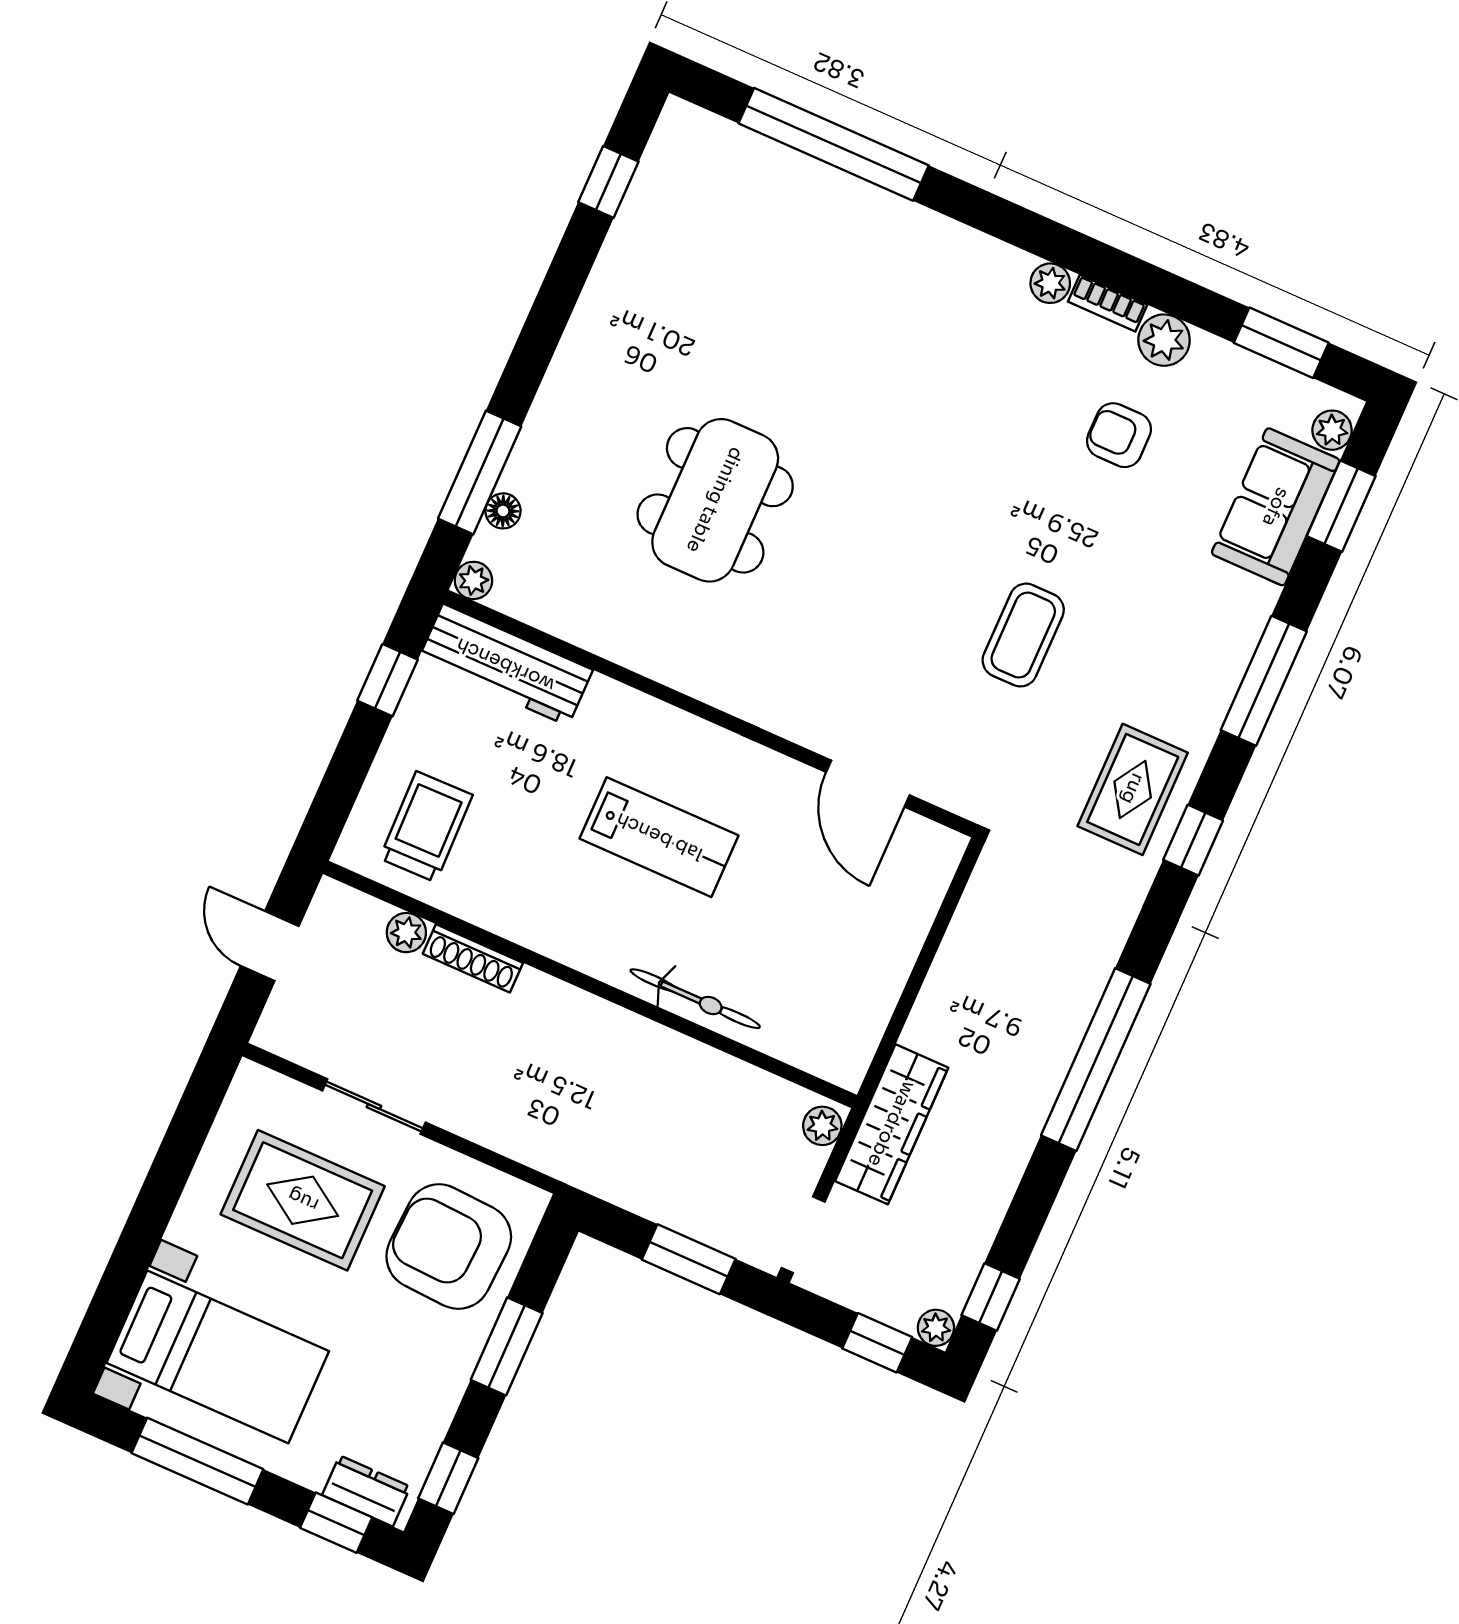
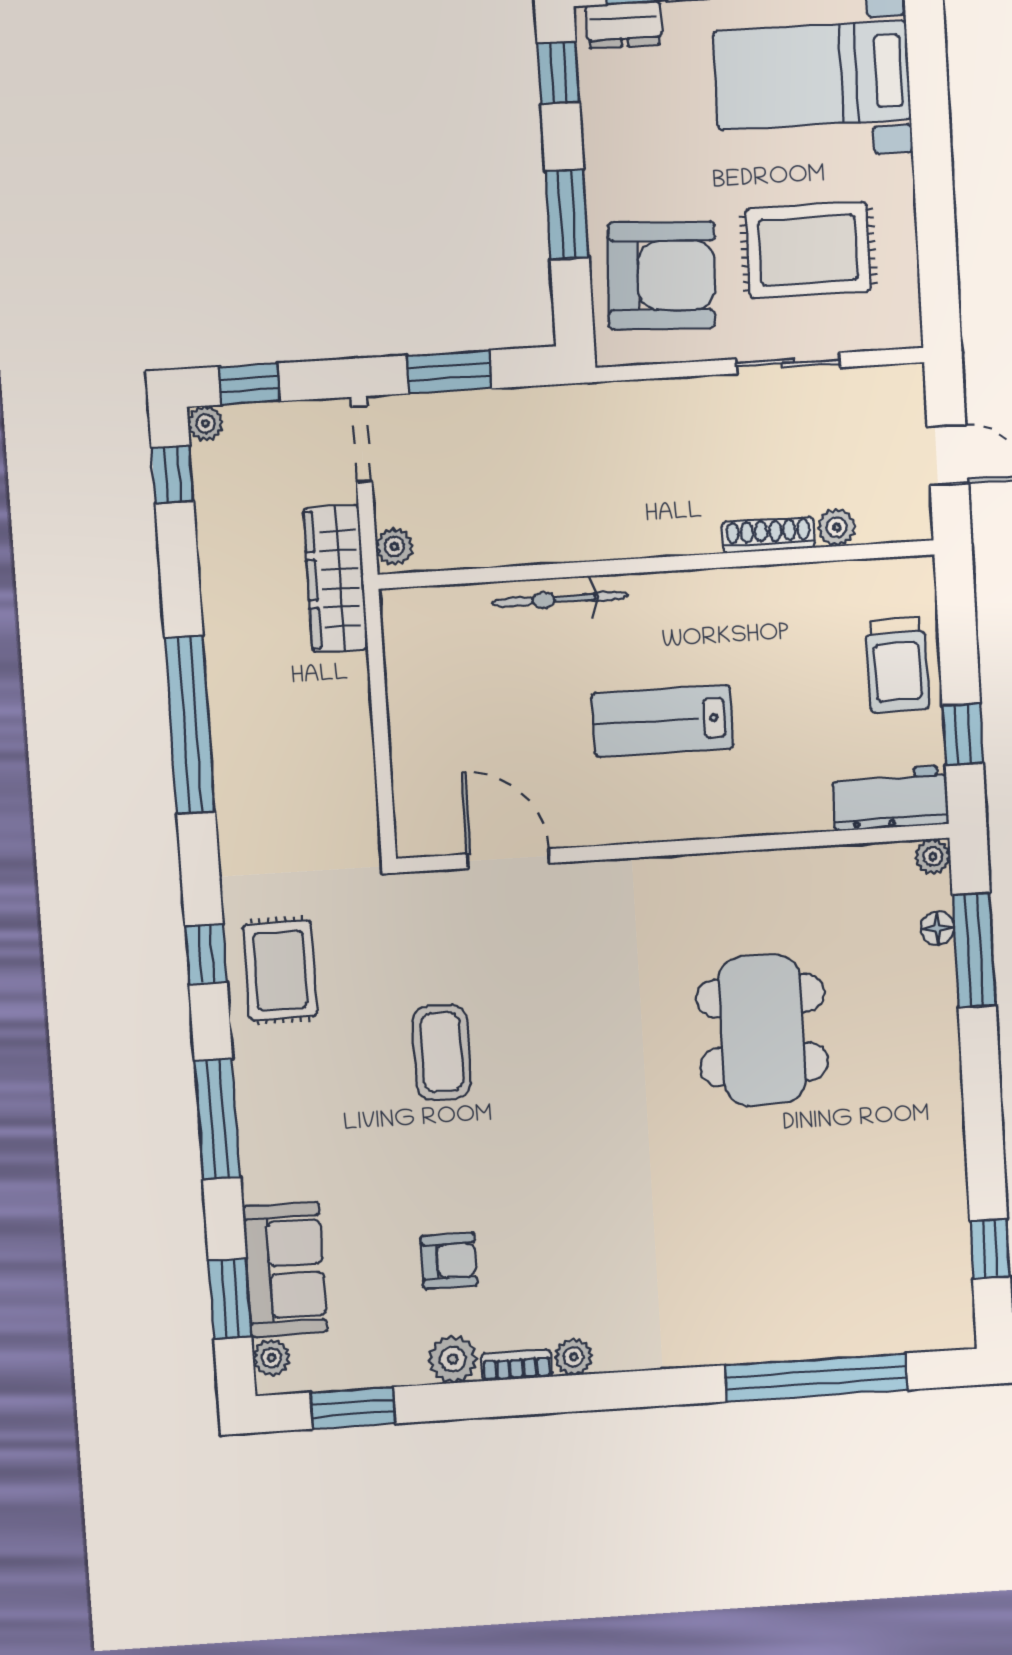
workbench: (505, 665) -> (890, 798), width x0.73
trolley: (426, 827) -> (897, 665), moved

